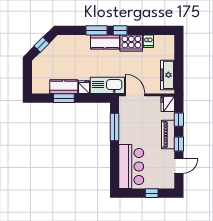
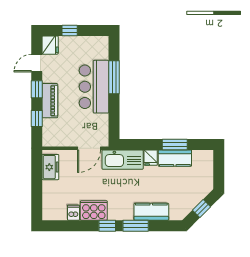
kitchen counter: (105, 42) -> (151, 212), moved
freezer: (168, 75) -> (50, 167), width x0.71
door: (135, 95) -> (89, 148), hinge flipped
fridge: (168, 104) -> (50, 45), moved
window: (114, 127) -> (114, 77), moved
bar counter: (131, 166) -> (94, 87), moved

